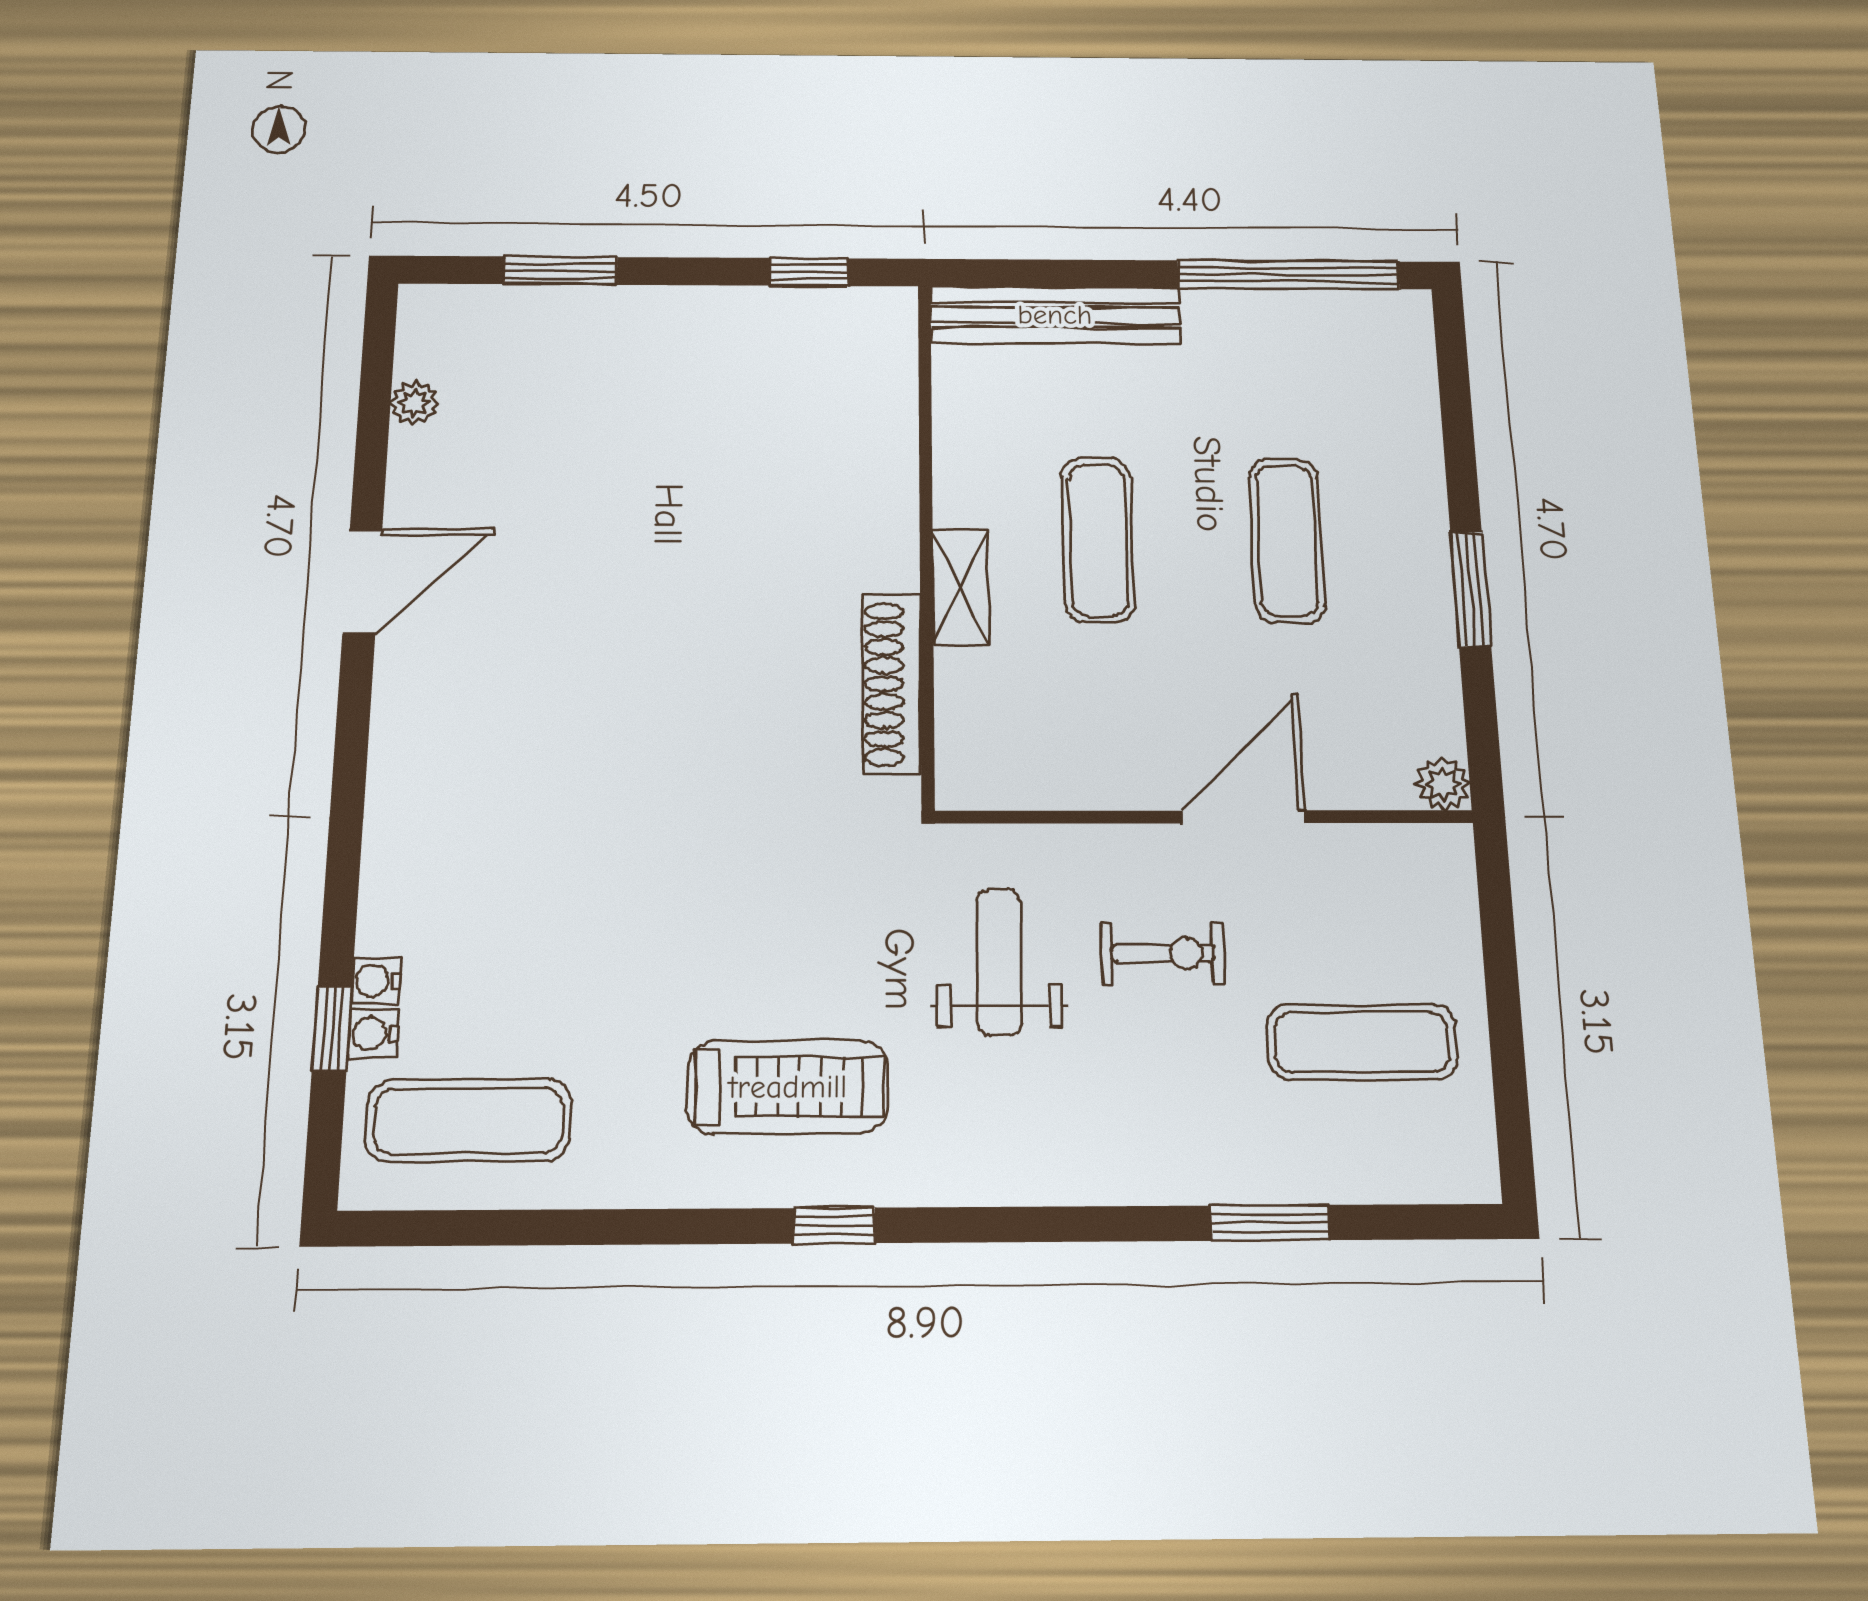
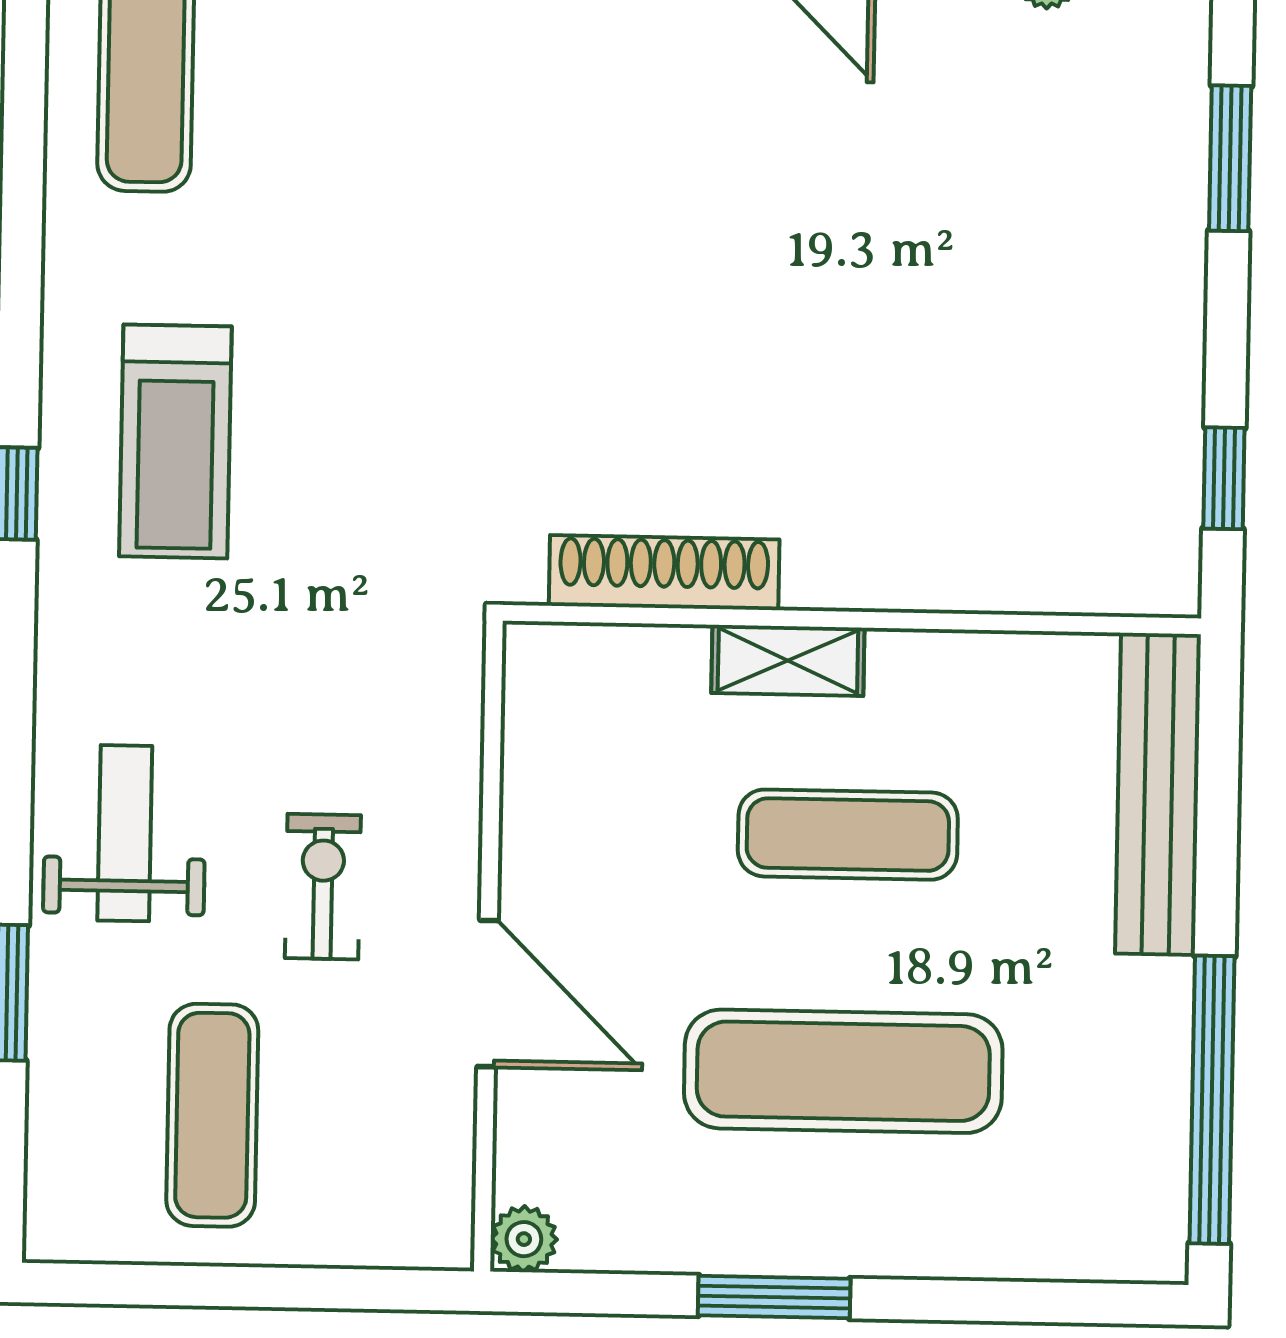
exercise mat: (1287, 540) -> (843, 1071), width x1.36, depth x1.45
exercise bike: (1163, 953) -> (323, 887), turned 180
weight bench: (999, 962) -> (125, 833), moved, turned -90

